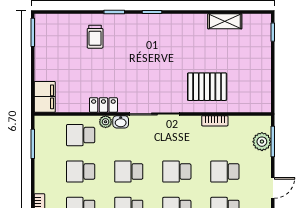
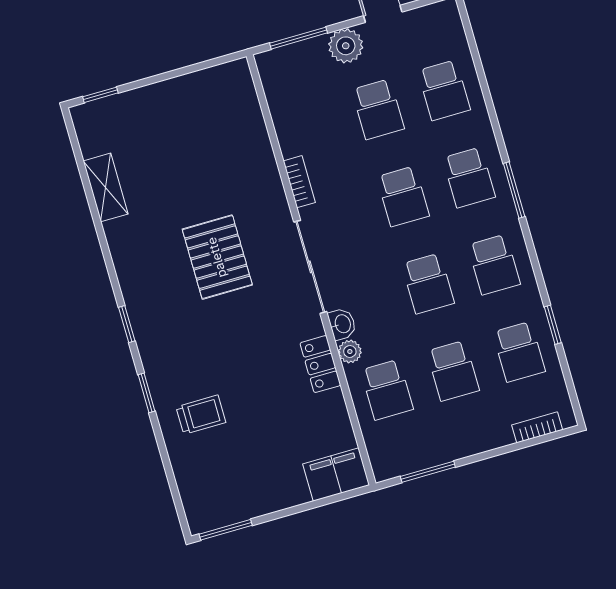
pallet: (207, 87) -> (217, 257), moved
bookcase: (215, 121) -> (299, 182), moved
plant: (262, 142) -> (346, 46), moved

